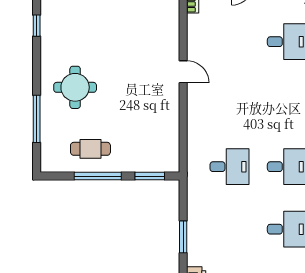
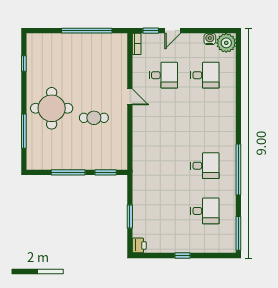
round table: (75, 87) -> (52, 108), width x1.36, depth x1.36
cafe table: (90, 149) -> (94, 118), moved
desk: (230, 167) -> (163, 75), moved

